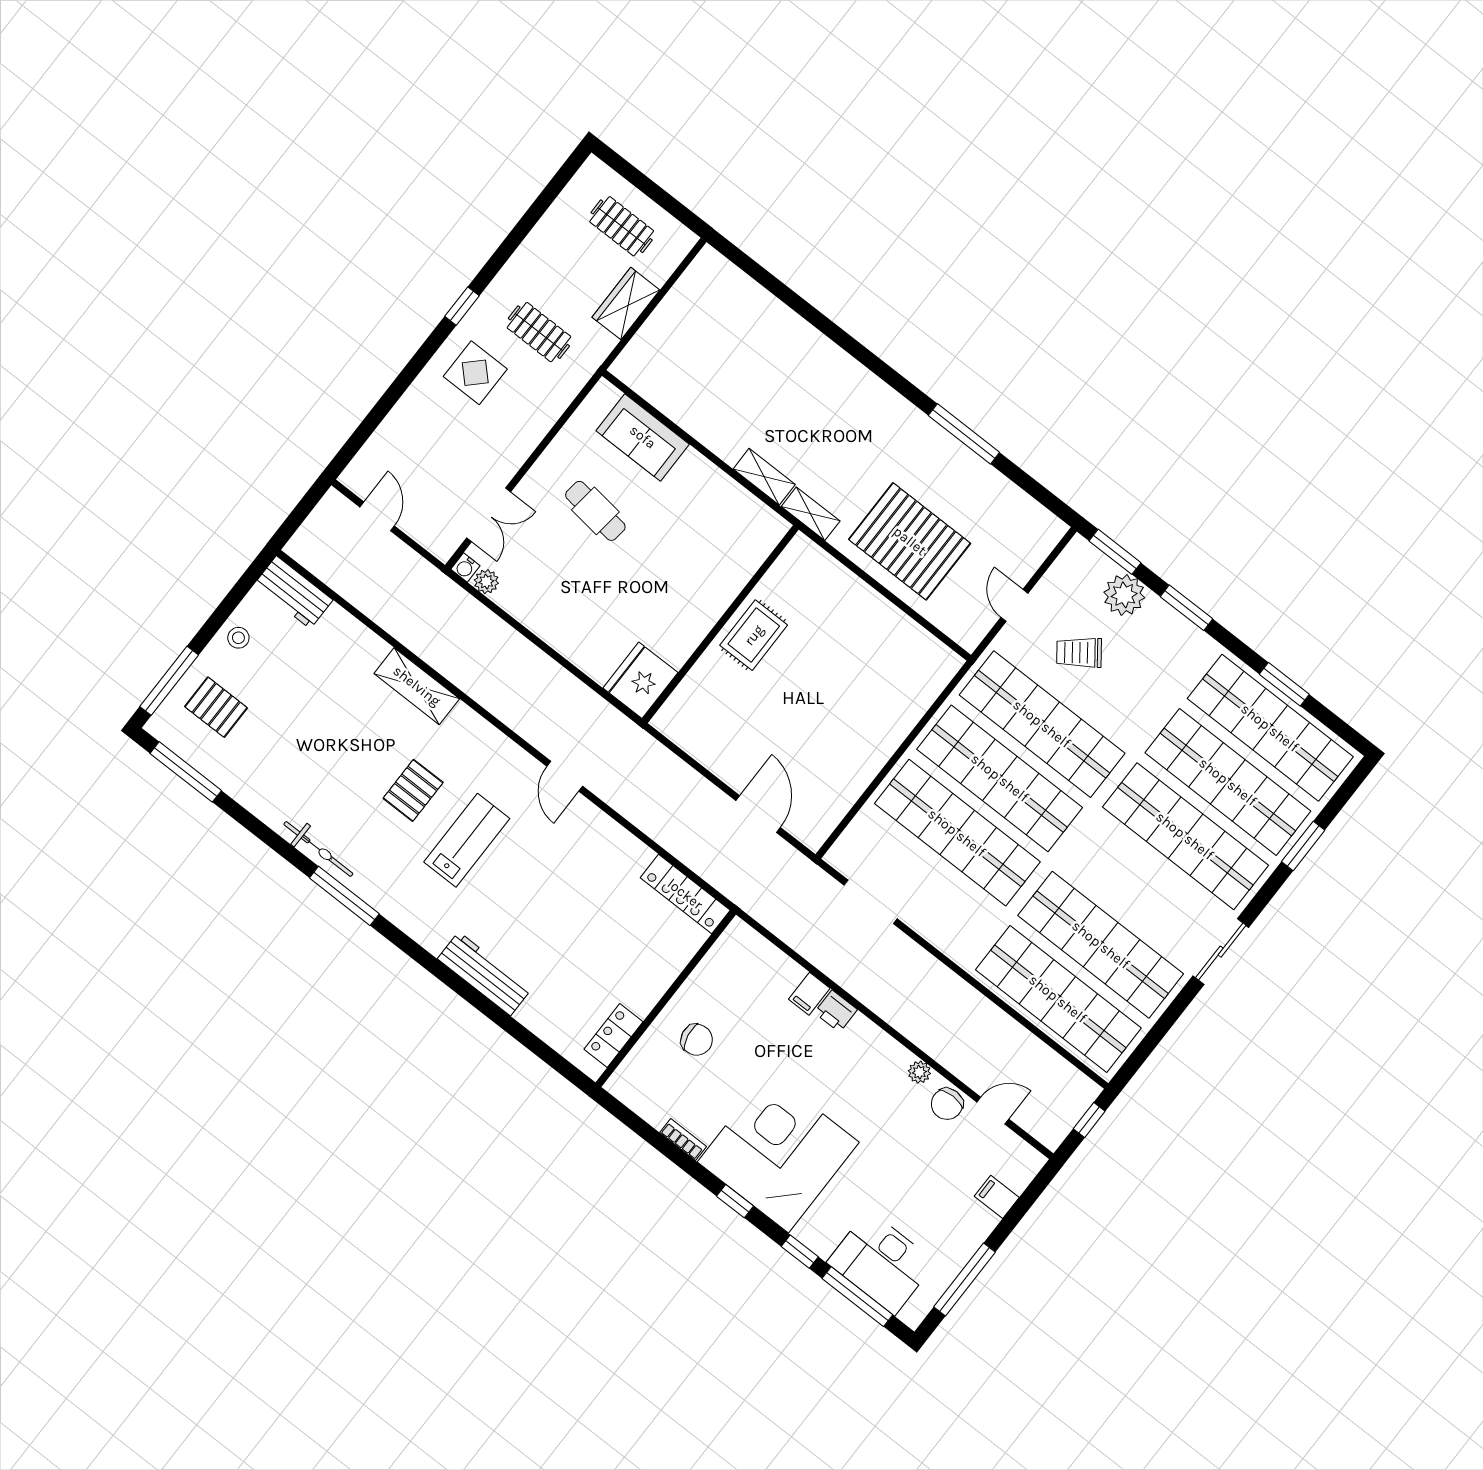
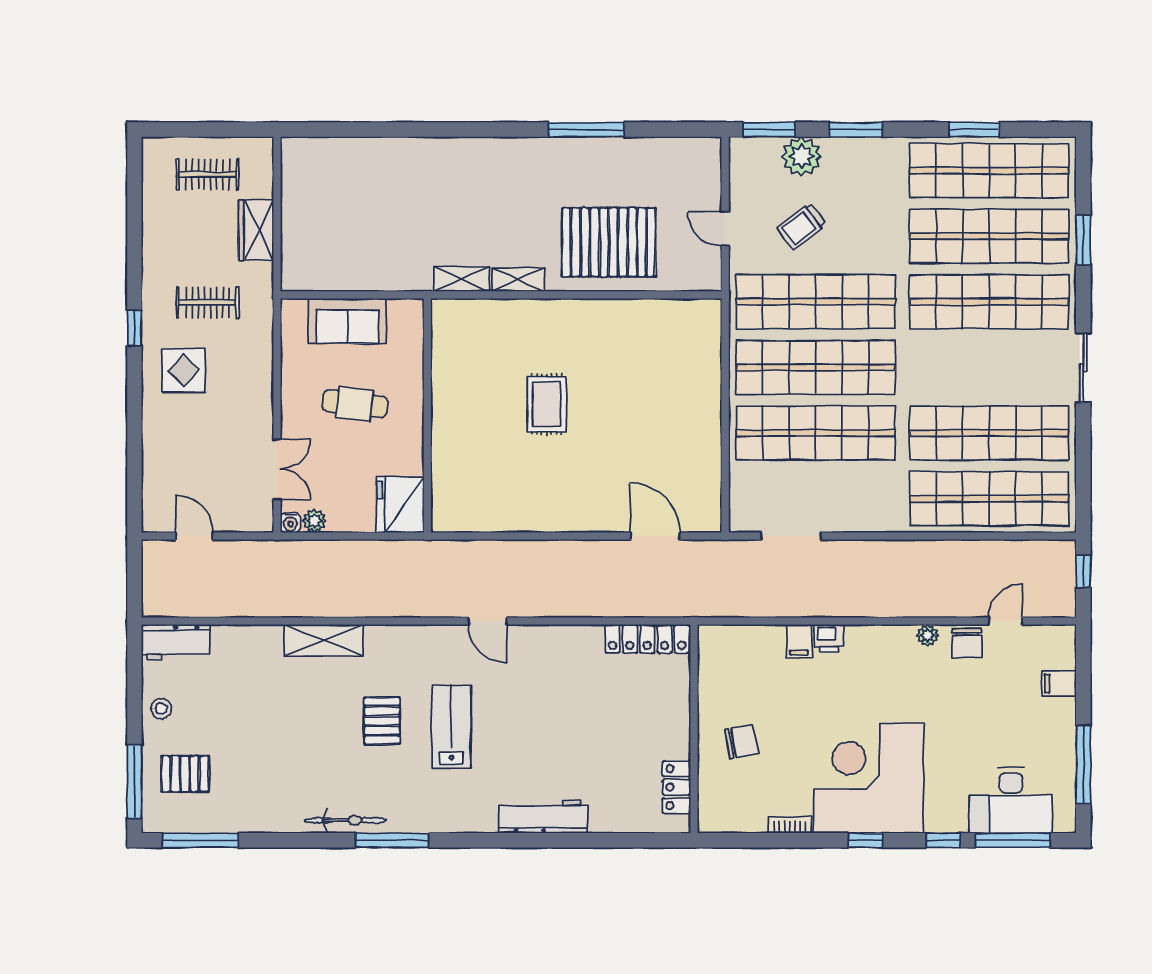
wall: (720, 624) -> (427, 415), moved
fridge: (640, 680) -> (400, 505), moved

